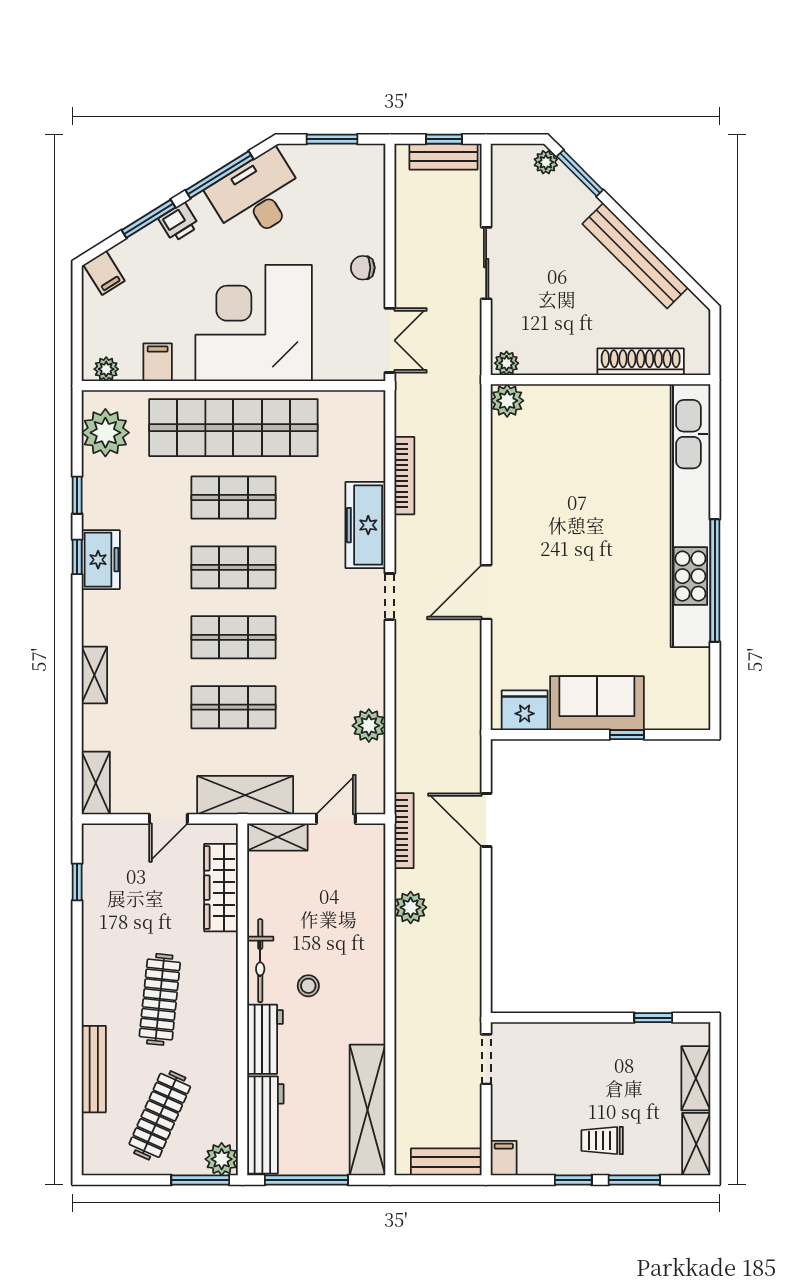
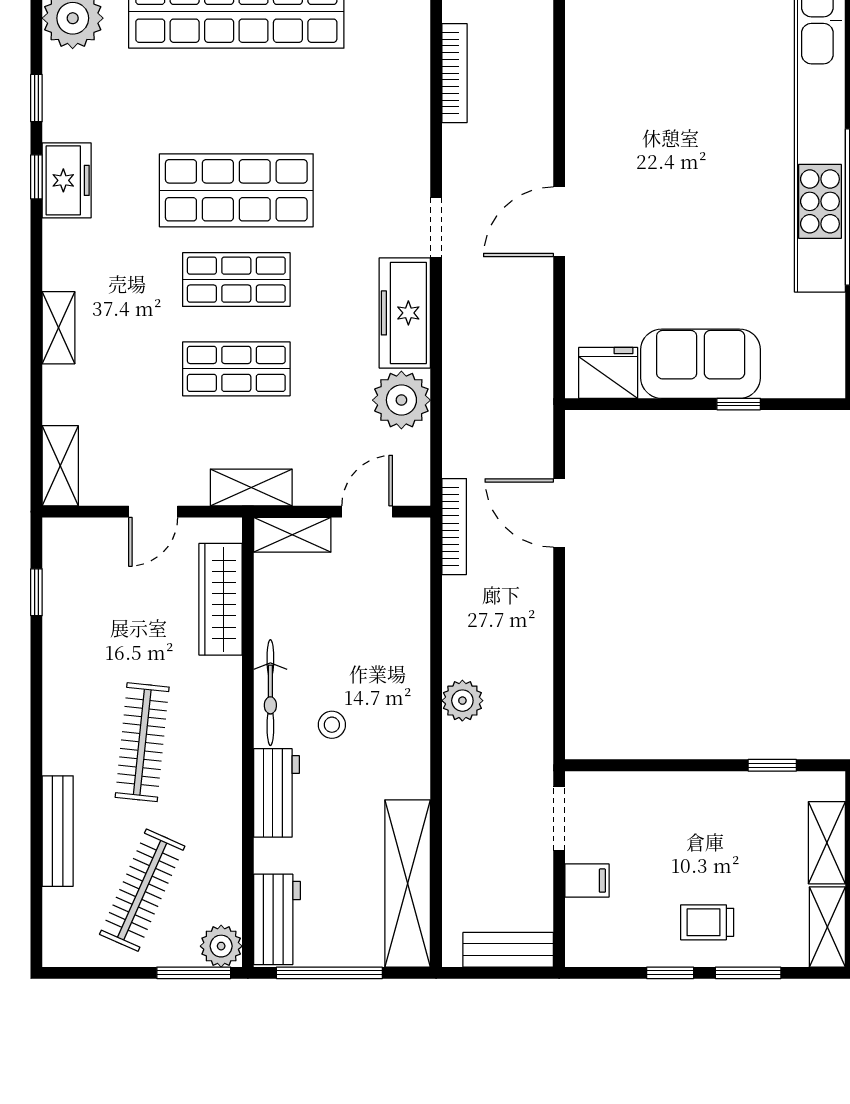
shop shelf: (233, 497) -> (236, 101), removed
freezer: (365, 525) -> (405, 313), moved
shop shelf: (233, 567) -> (236, 190), width x1.43, depth x1.36
plant: (369, 726) -> (401, 400), width x1.36, depth x1.36
shelving: (245, 795) -> (251, 487), width x0.67, depth x0.75
plant: (411, 907) -> (462, 701), moved
workbench: (265, 1125) -> (277, 919), width x0.73
filing cabinet: (504, 1158) -> (587, 881), moved, turned 90

